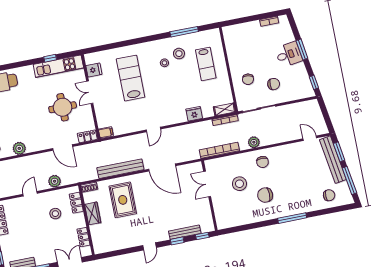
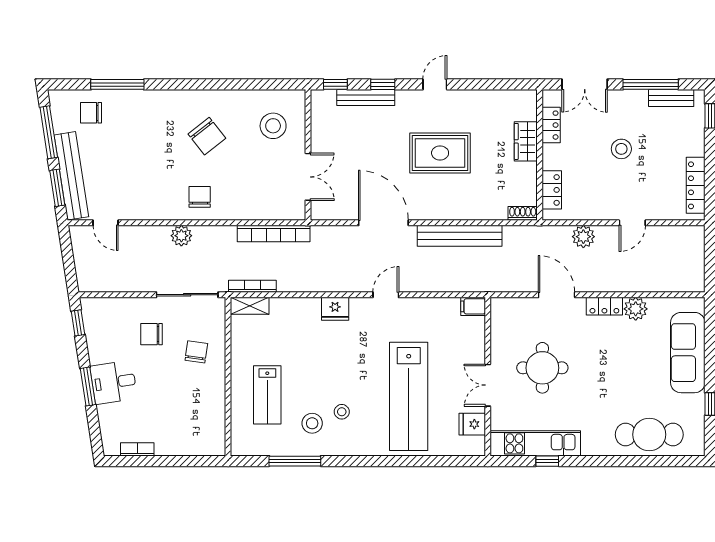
lab bench: (206, 64) -> (267, 395), turned 180
lab bench: (131, 78) -> (409, 396), width x1.36
double door: (90, 92) -> (488, 385), swing flipped
fridge: (194, 114) -> (335, 309), moved
locker: (87, 136) -> (604, 306), moved
plant: (254, 142) -> (181, 236), moved
stool: (239, 184) -> (273, 126), moved
chair: (265, 195) -> (207, 136), turned 52
rug: (123, 200) -> (440, 153), moved, turned 90
wardrobe: (93, 213) -> (526, 141), moved
stool: (55, 214) -> (621, 149), moved
window: (292, 218) -> (117, 84), moved

